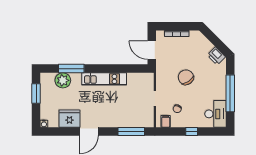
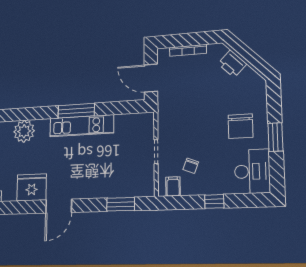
printer: (216, 56) -> (232, 64), moved
window: (71, 69) -> (76, 111), moved
chair: (186, 77) -> (241, 126), moved, turned -147
window: (230, 93) -> (275, 137), width x0.47
window: (131, 132) -> (121, 204), width x0.69

